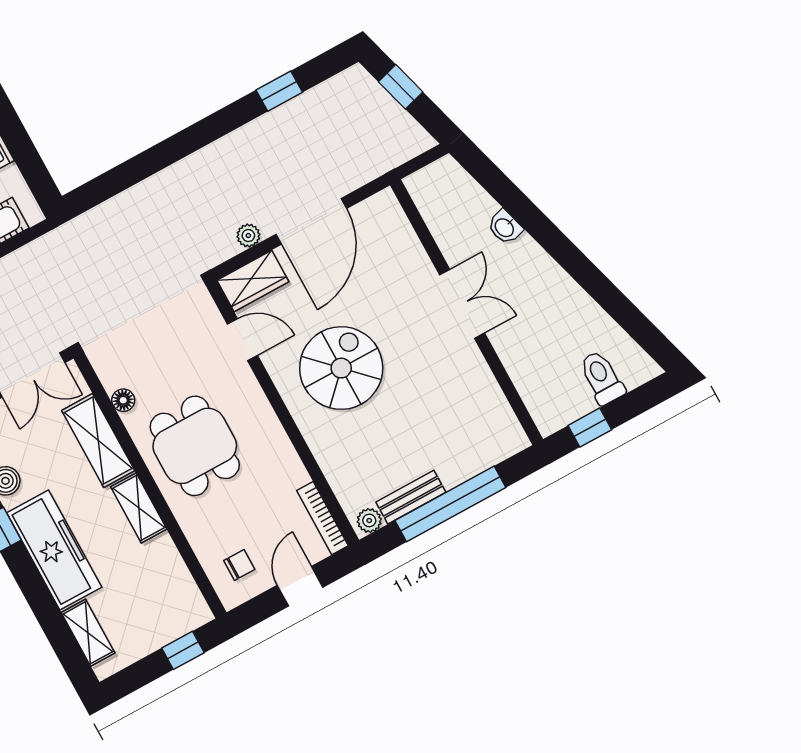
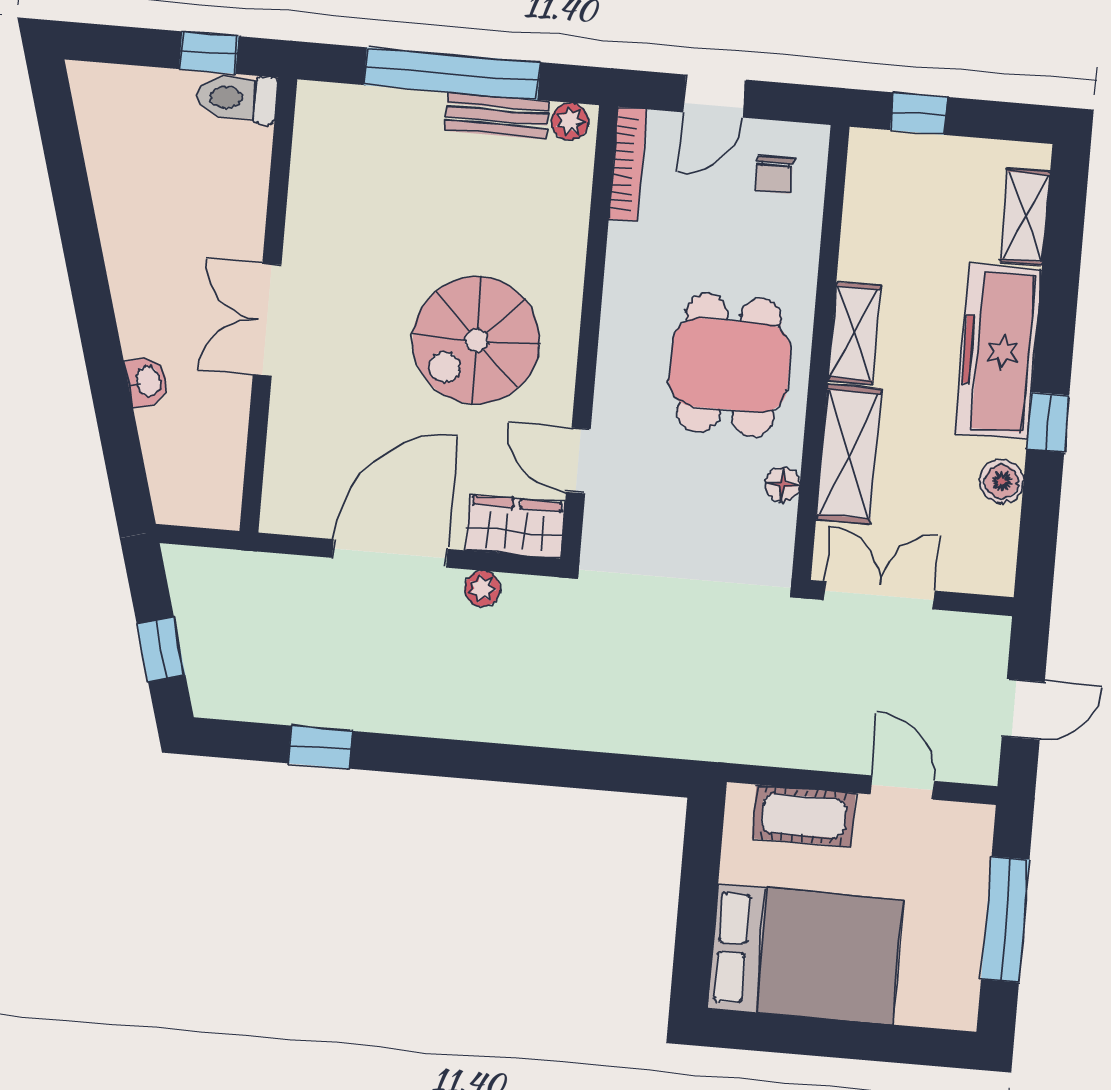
toilet: (602, 378) -> (237, 98), moved, turned 90
chair: (239, 565) -> (774, 175), turned -90

